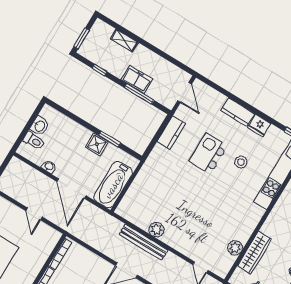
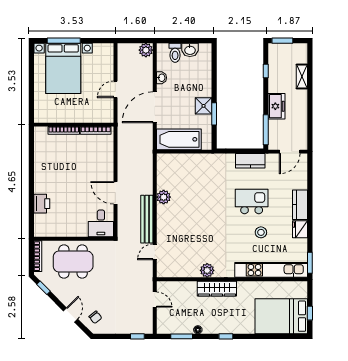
window: (139, 94) -> (266, 130), moved
plant: (16, 165) -> (146, 50), added
bench: (144, 242) -> (147, 219), moved
plant: (235, 248) -> (207, 270), moved
wardrobe: (255, 253) -> (217, 289), moved

